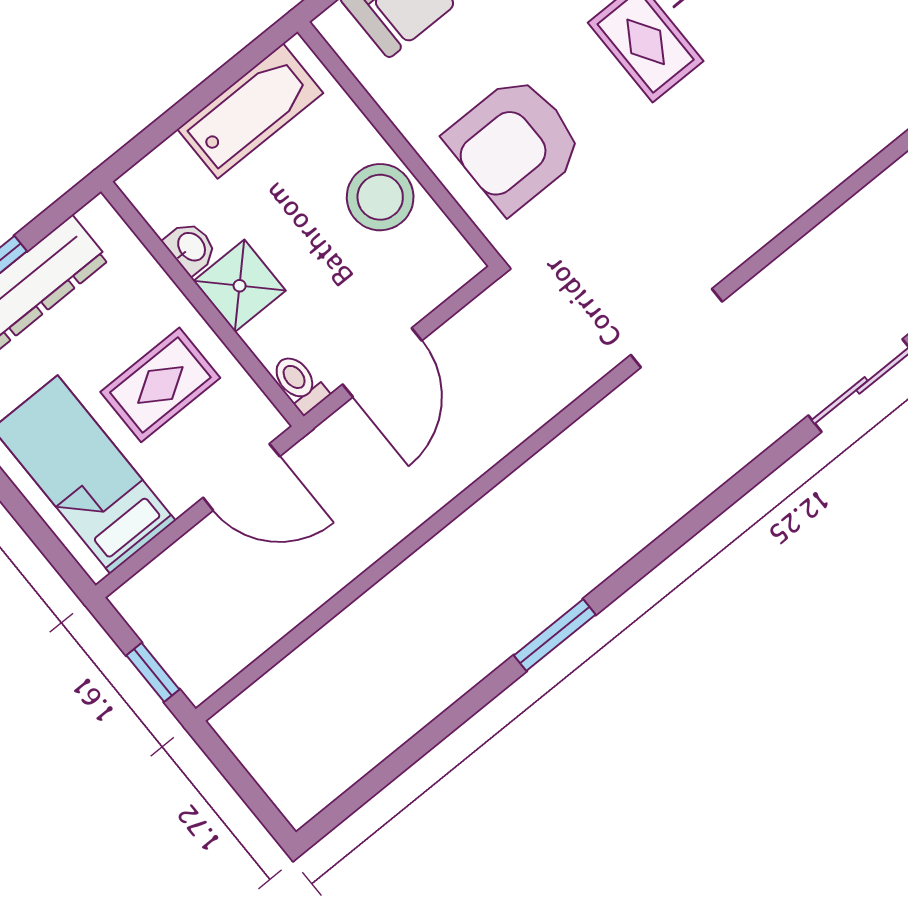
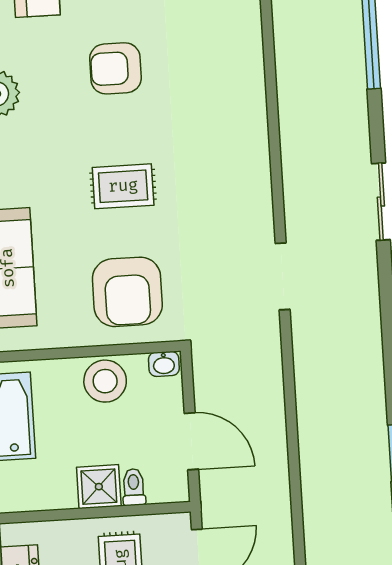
washbasin: (191, 247) -> (164, 364), moved, turned 180
toilet: (299, 383) -> (134, 487), moved, turned 90

